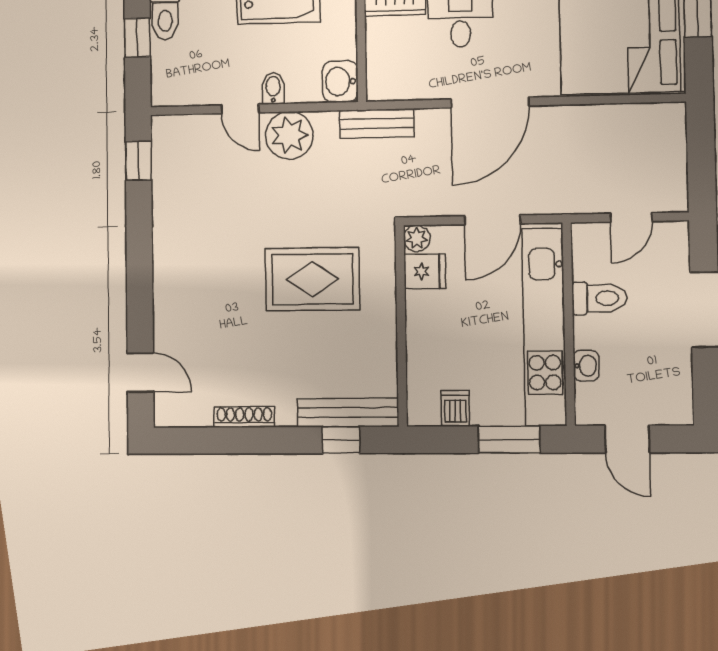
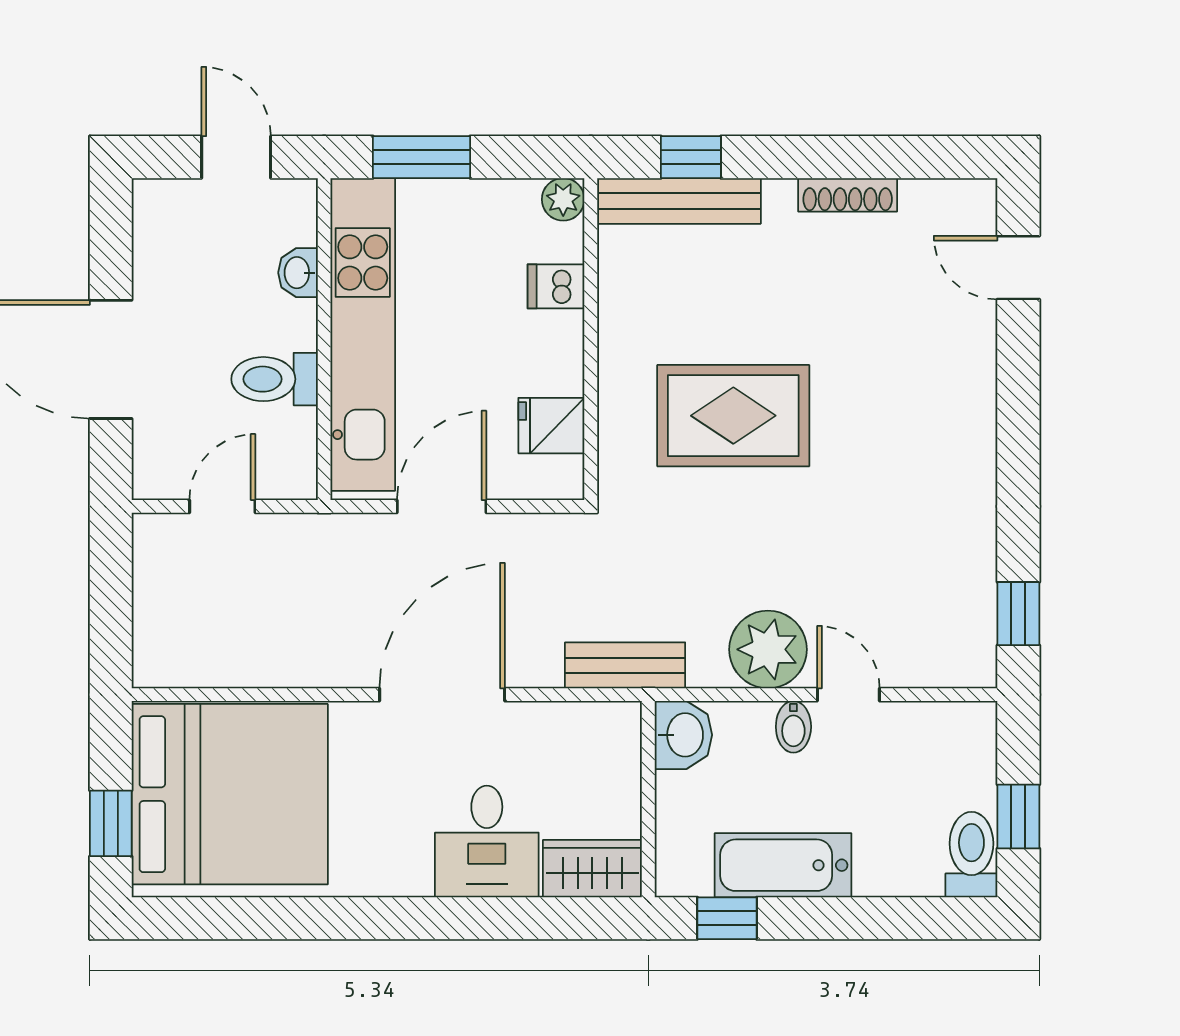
plant: (417, 238) -> (563, 199), moved
dishwasher: (455, 408) -> (556, 286), moved, turned 90

